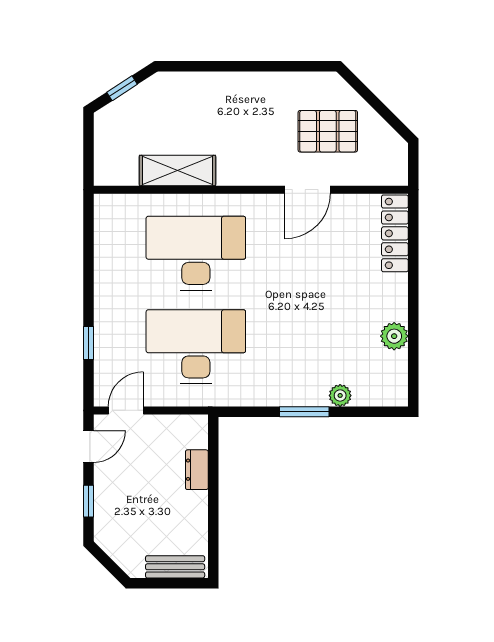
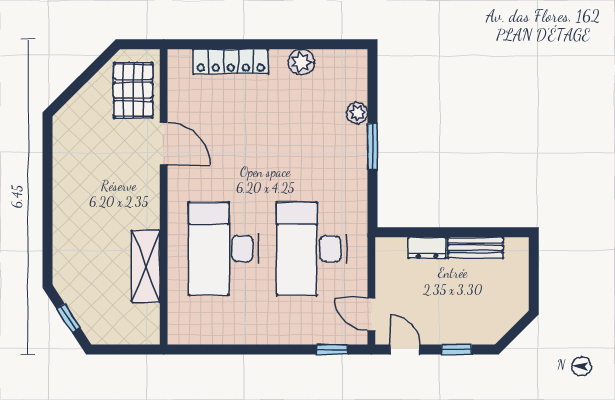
pallet: (328, 131) -> (133, 90), moved
locker: (395, 233) -> (231, 61), moved
window: (89, 343) -> (332, 350), moved
bench: (175, 567) -> (475, 248), moved, turned 90

